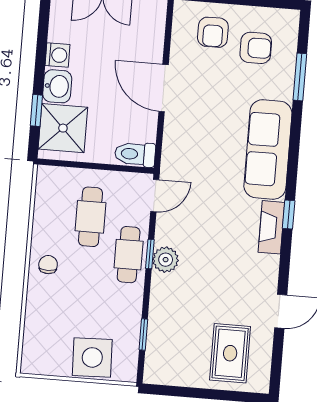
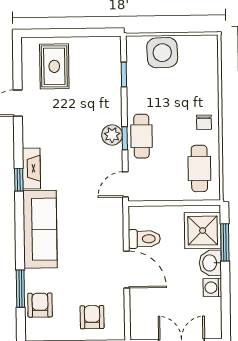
armchair: (256, 48) -> (40, 305), moved, turned 90
window: (36, 110) -> (225, 242), width x1.50
toilet: (135, 154) -> (144, 239), moved
cafe table: (91, 217) -> (199, 168), moved

